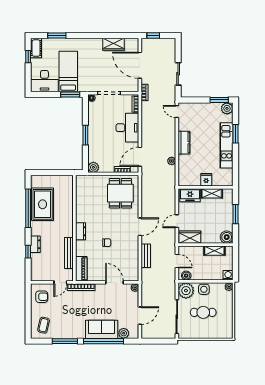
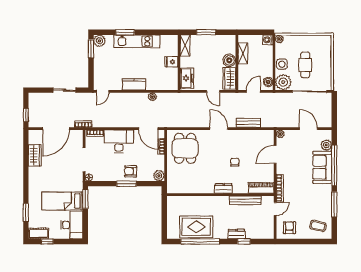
armchair: (98, 139) -> (131, 171), added
dining table: (120, 193) -> (185, 148), turned 90
shelving: (212, 193) -> (185, 46), moved
boiler: (227, 237) -> (229, 60), moved
door: (60, 282) -> (275, 209), hinge flipped

